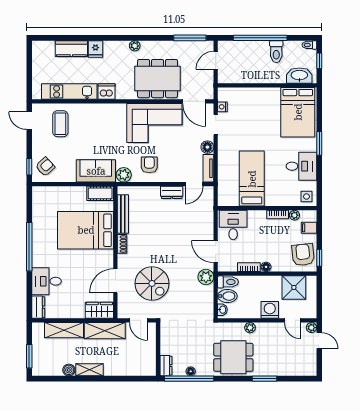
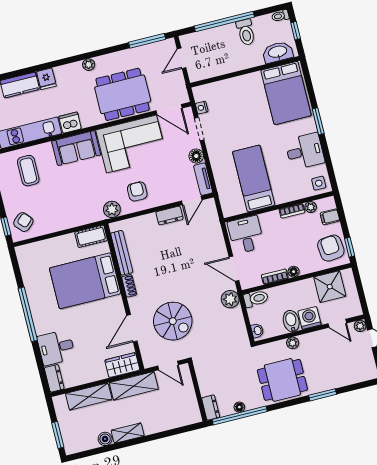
sofa: (96, 171) -> (76, 148), moved, turned 180
bidet: (227, 296) -> (291, 321), moved, turned -90

